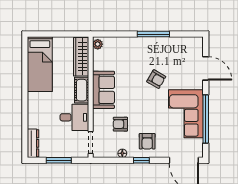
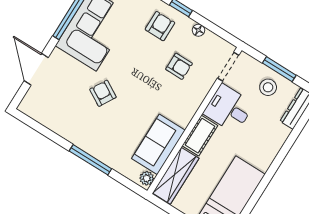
window: (153, 34) -> (90, 160), moved
sofa: (103, 90) -> (158, 144), moved
stool: (59, 145) -> (268, 87), added

